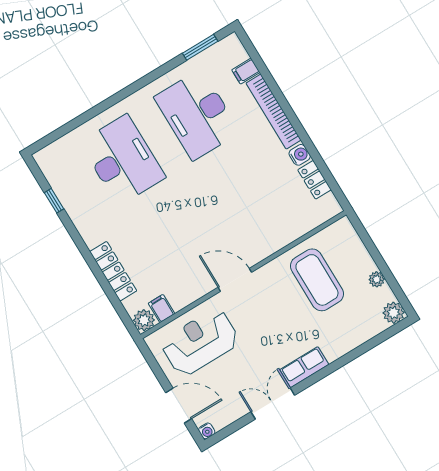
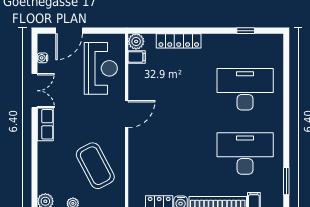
desk: (123, 160) -> (245, 89), turned 180
coffee table: (317, 280) -> (95, 166), turned 62
water cooler: (207, 431) -> (42, 58), moved

